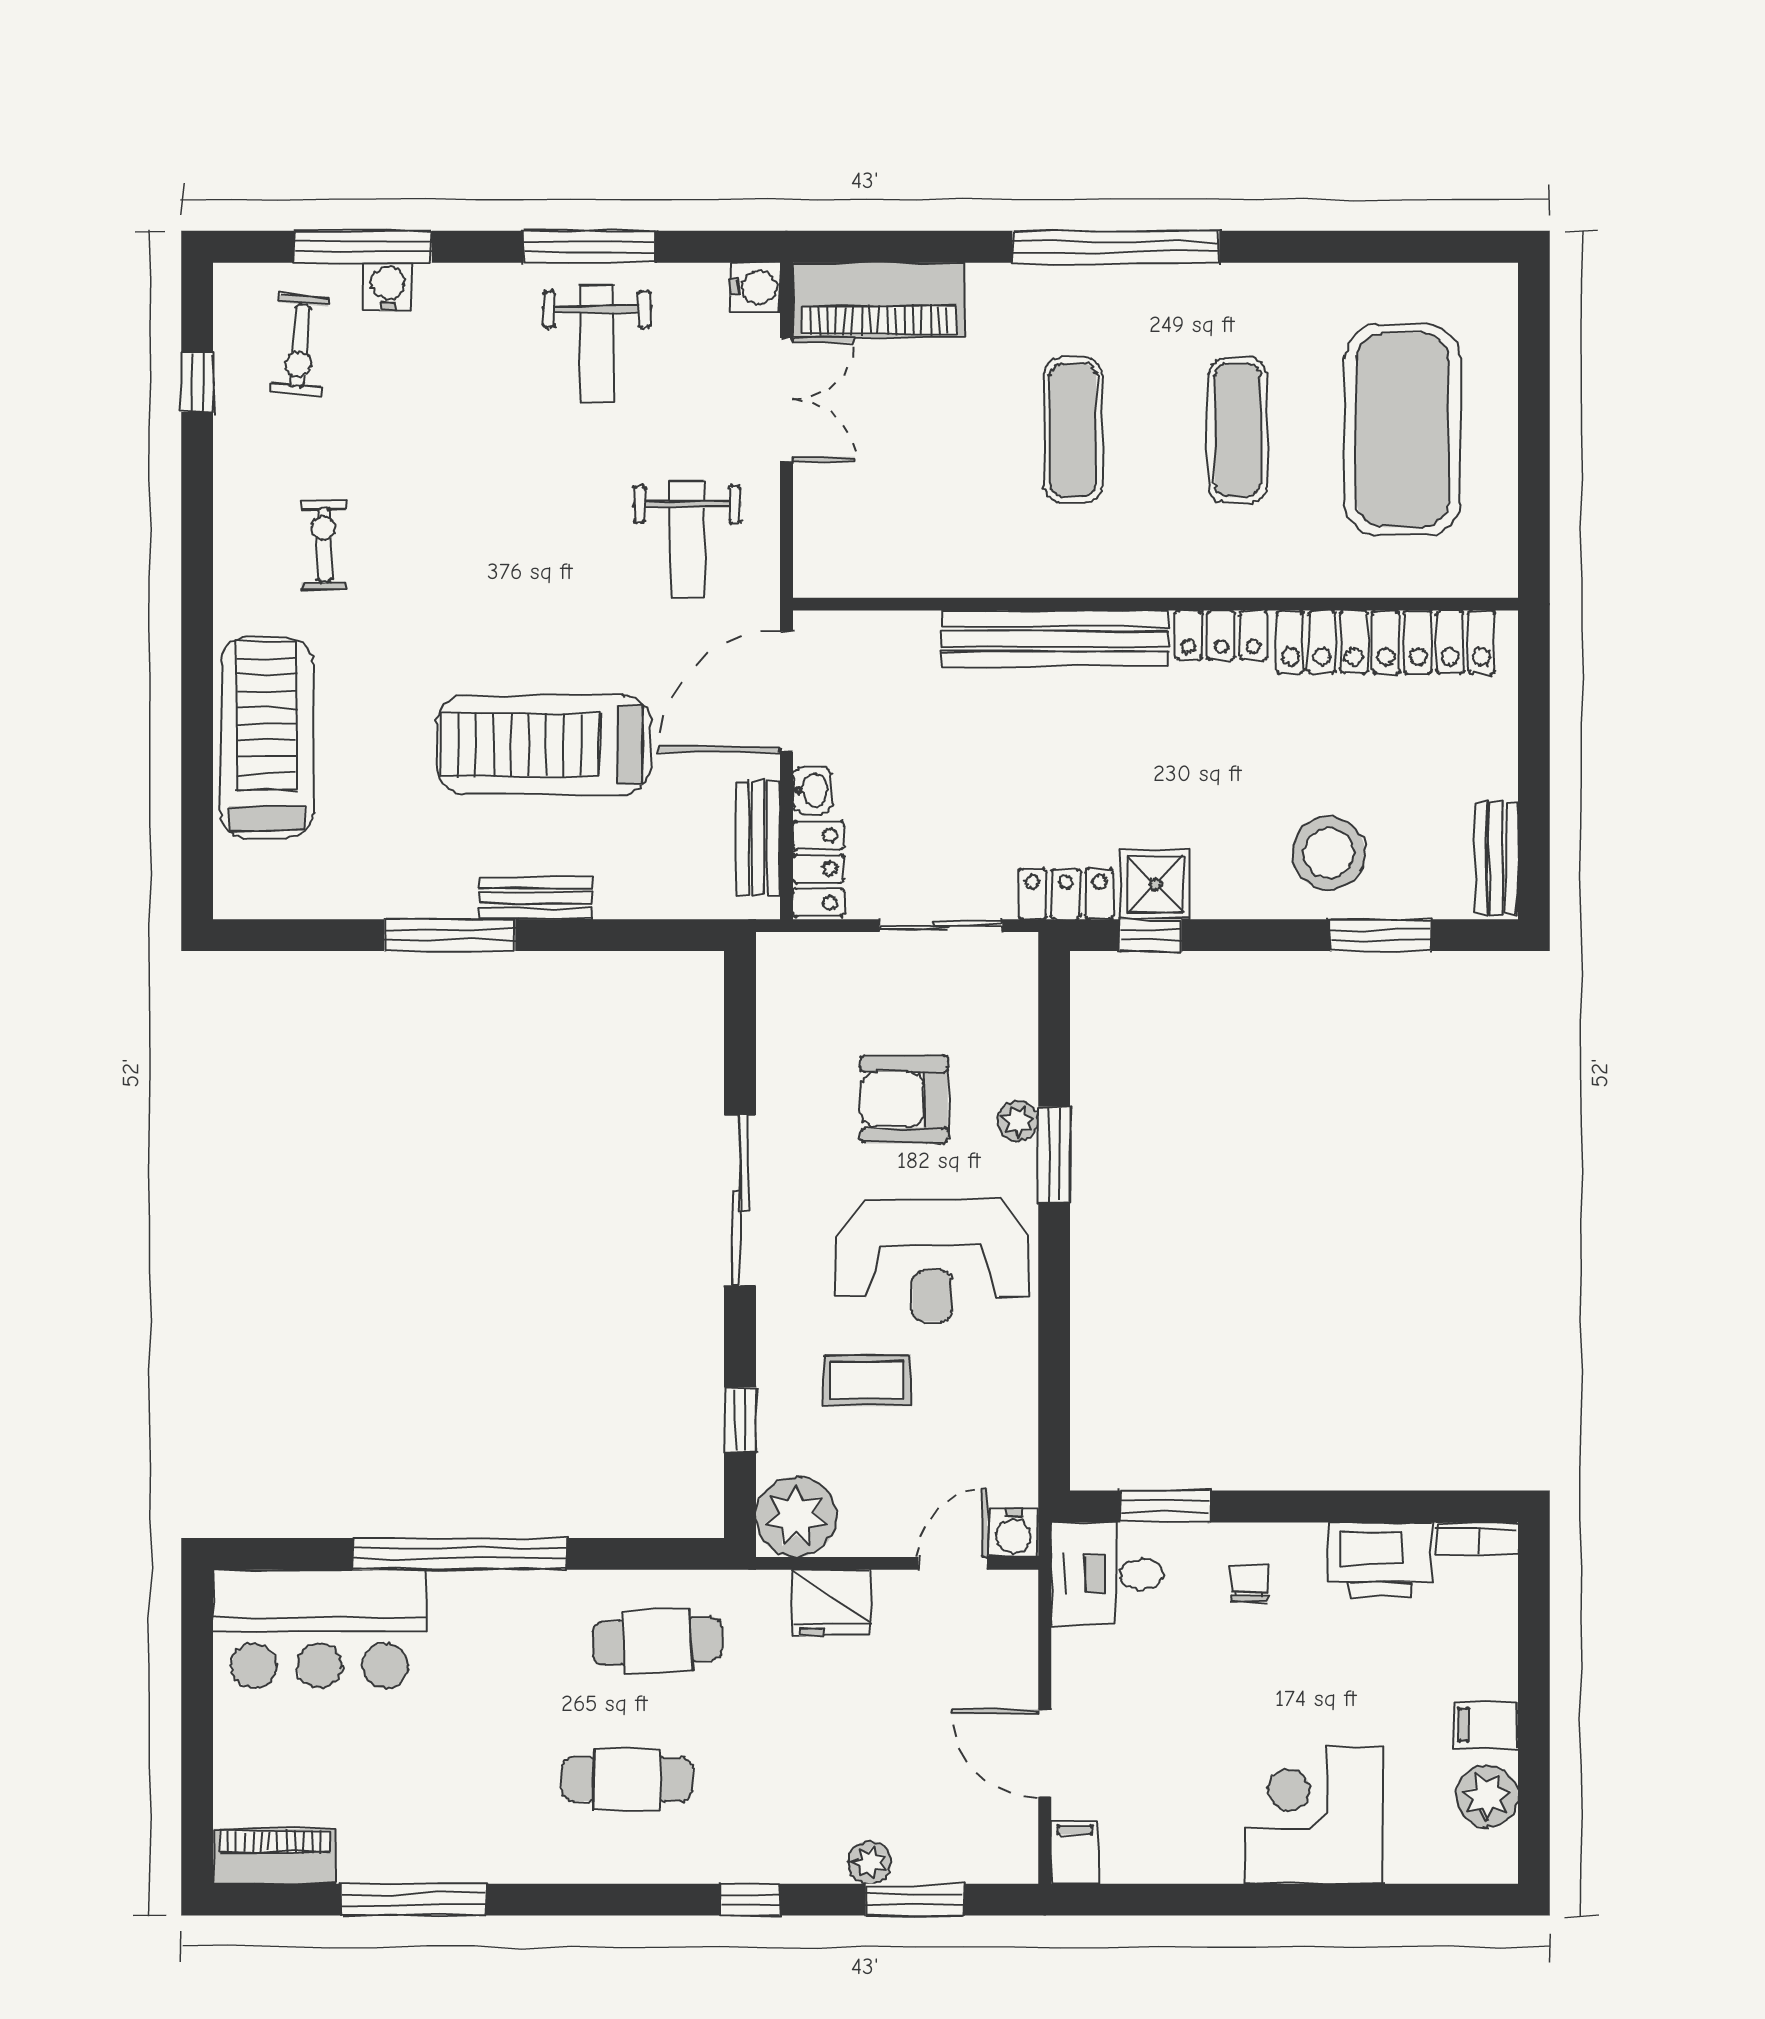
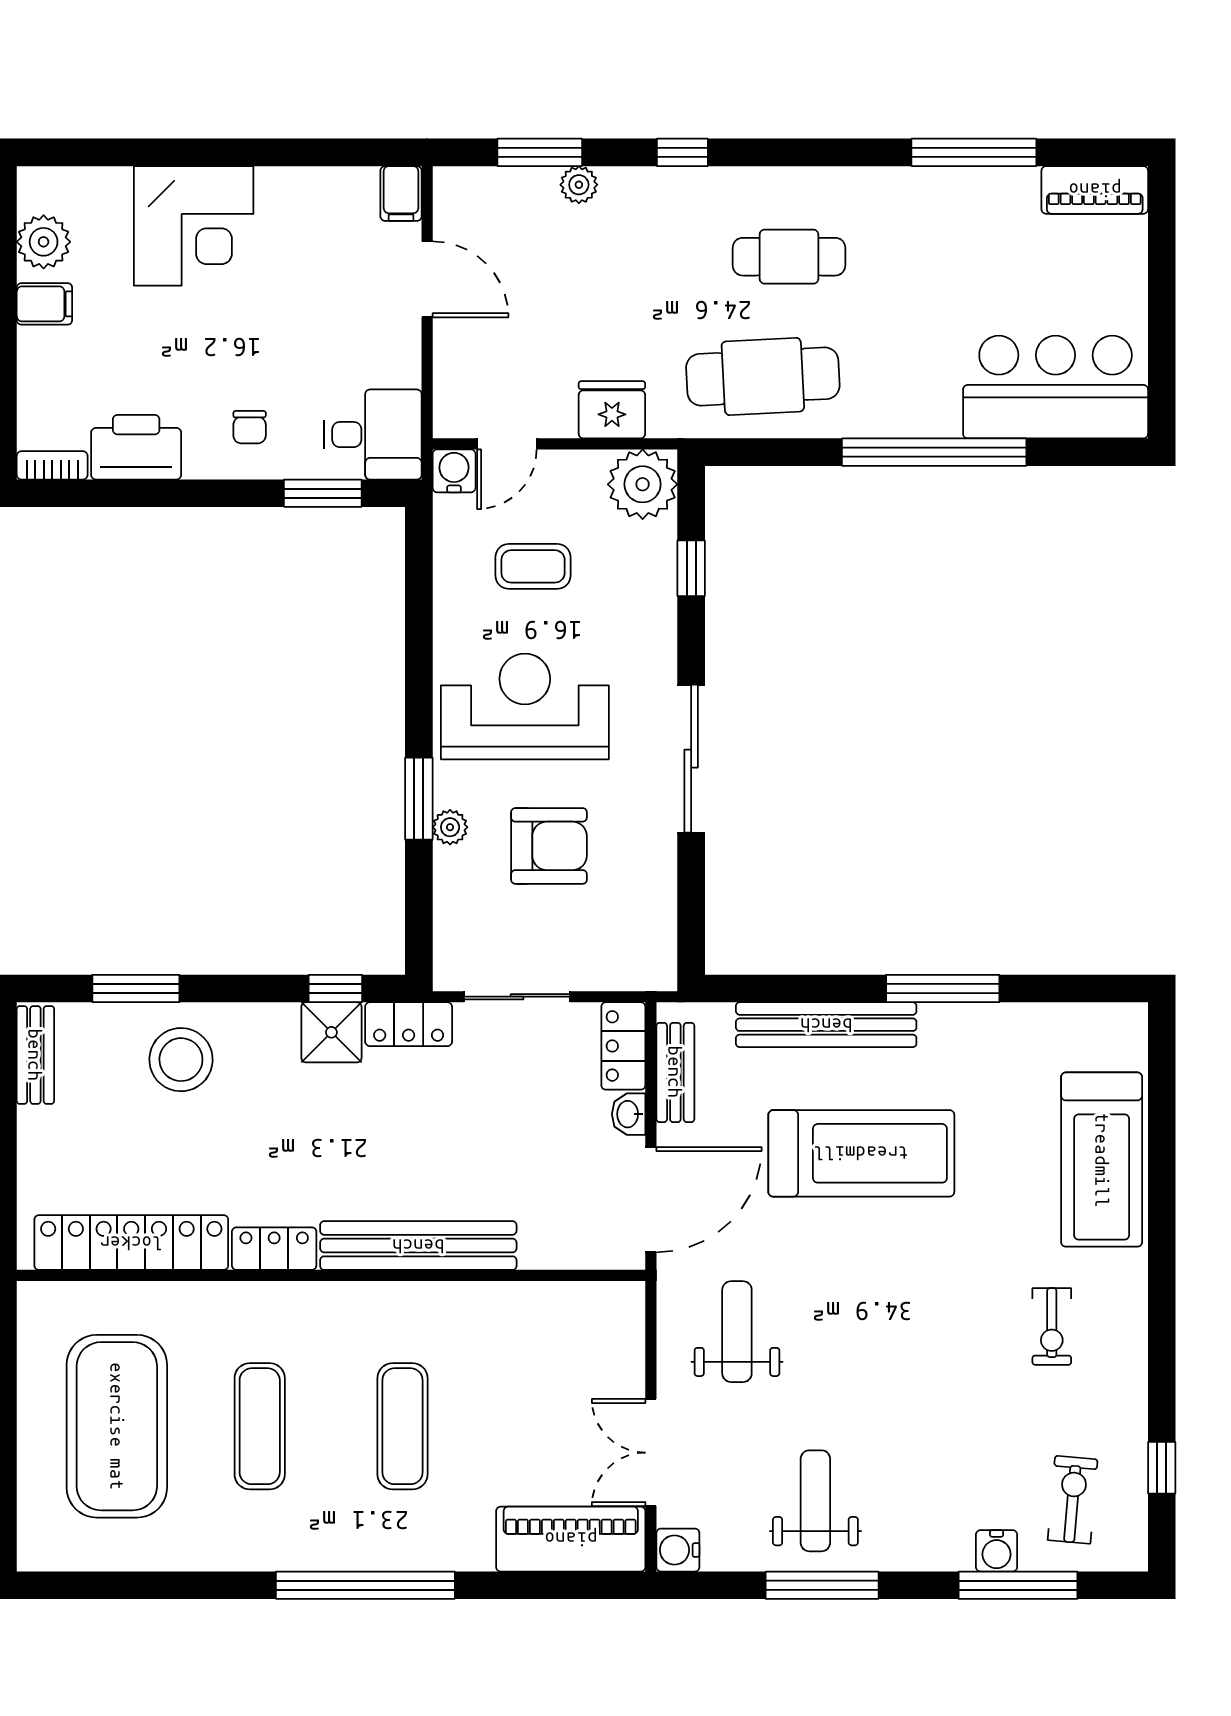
bench: (536, 898) -> (826, 1025), width x1.86, depth x1.21
coffee table: (867, 1380) -> (533, 566), moved
cafe table: (657, 1641) -> (763, 376), width x1.37, depth x1.35

